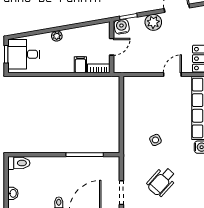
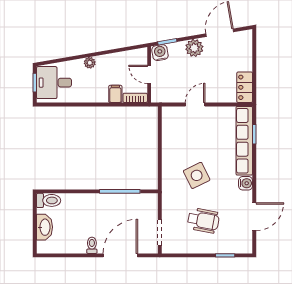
door: (112, 47) -> (149, 74), swing flipped
door: (172, 74) -> (195, 104), moved
side table: (155, 140) -> (197, 175), width x1.87, depth x1.87
wheelchair: (162, 181) -> (203, 220), turned -121
washbasin: (13, 193) -> (45, 227), width x1.91, depth x1.45

